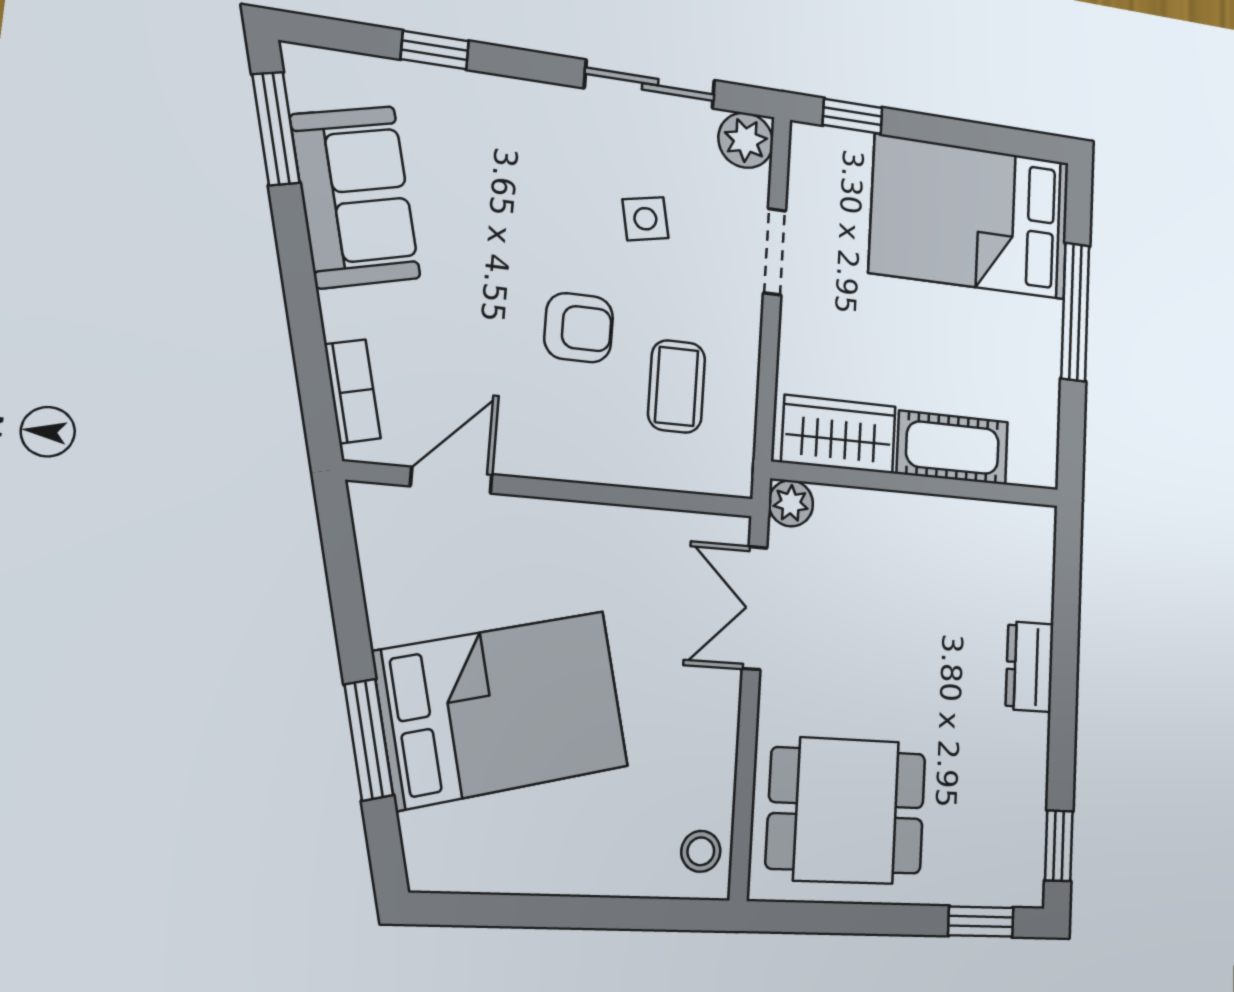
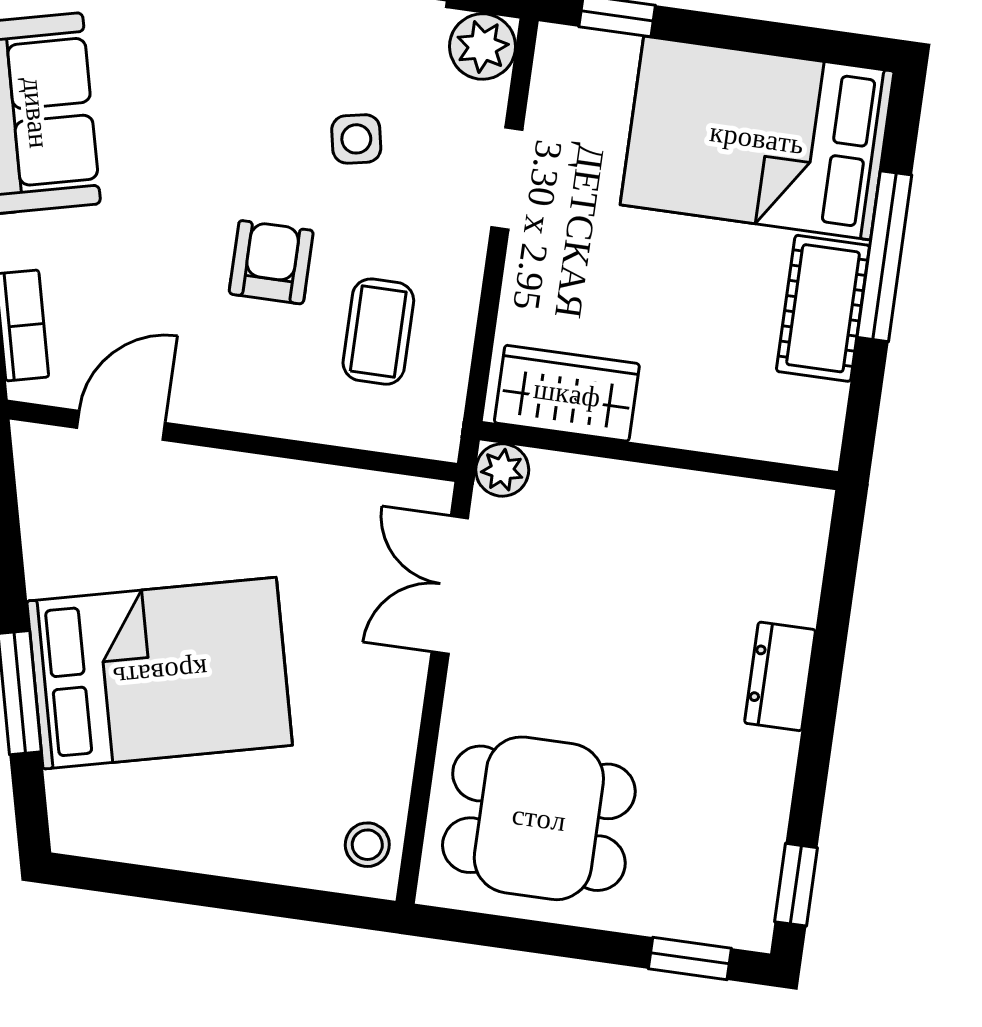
armchair: (579, 328) -> (271, 262), turned -90
cot: (953, 448) -> (823, 308), moved, turned 90

